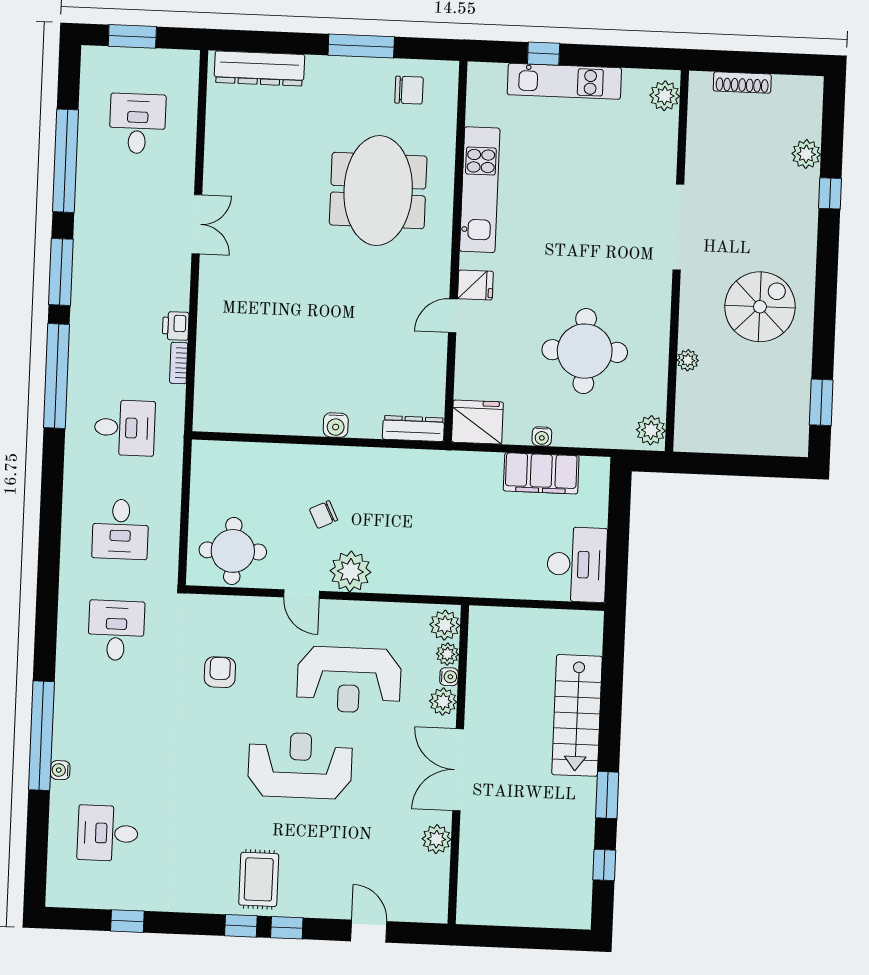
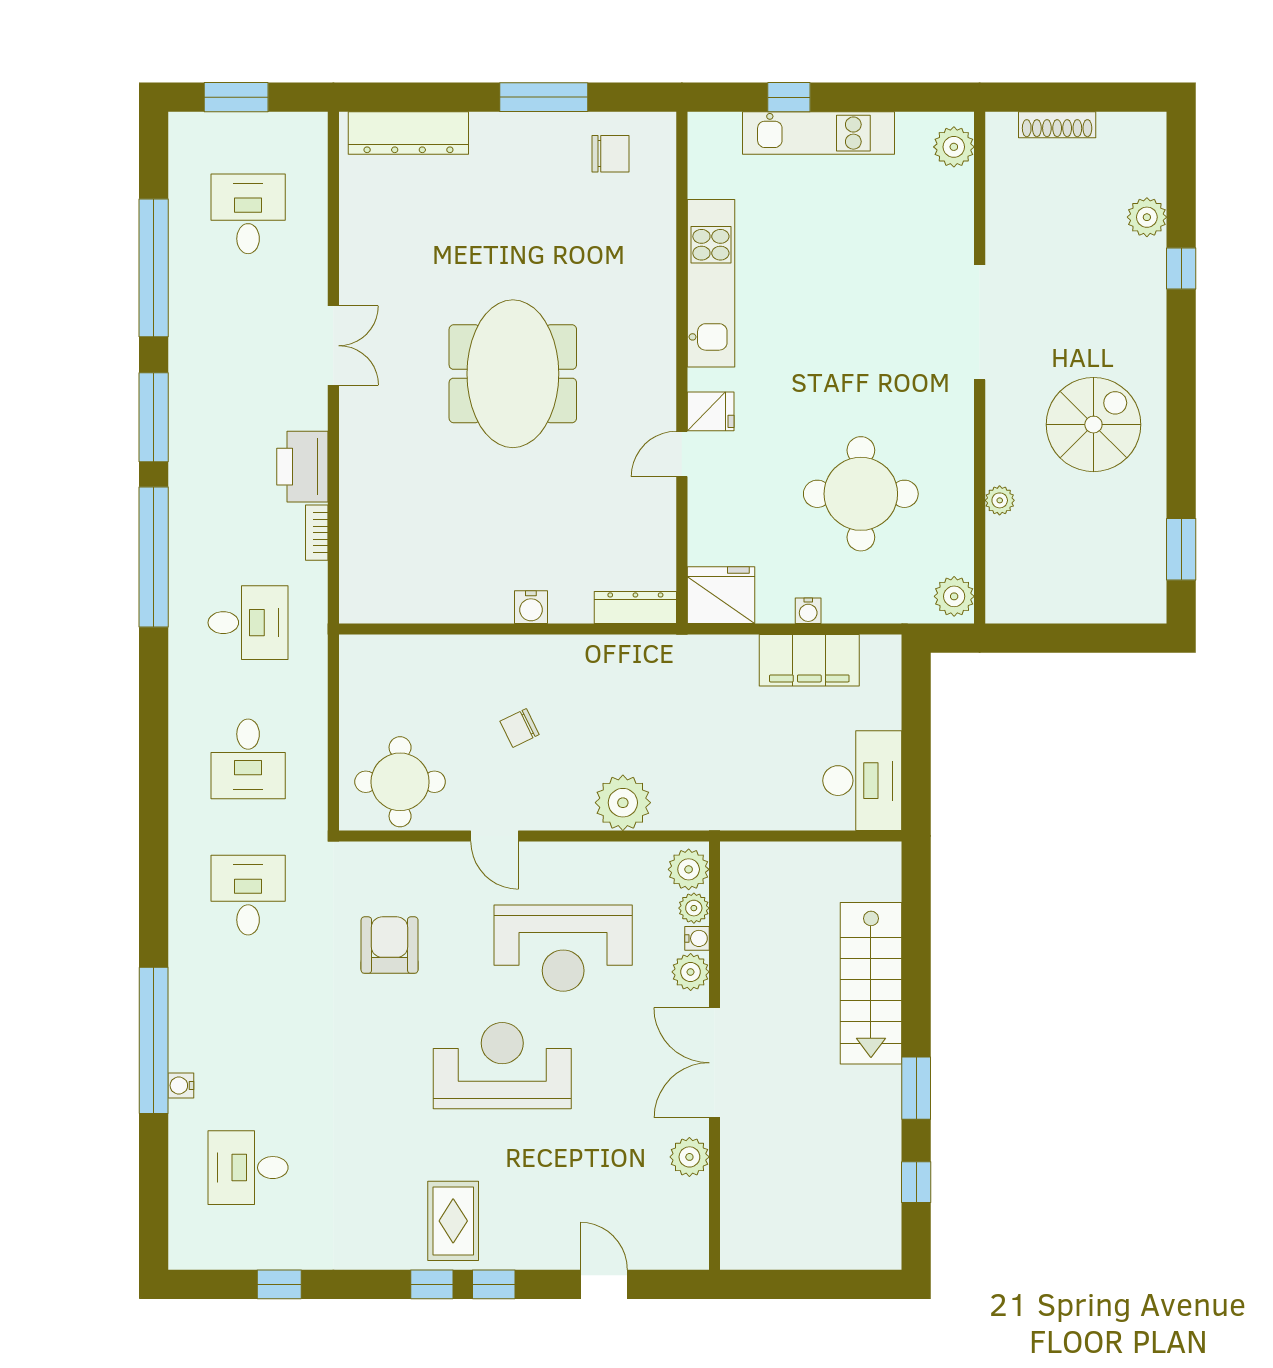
meeting table: (378, 191) -> (513, 374), moved
printer: (176, 326) -> (302, 467), width x1.87, depth x1.48
plant: (350, 571) -> (623, 803), moved
armchair: (220, 672) -> (390, 945), width x1.38, depth x1.38

